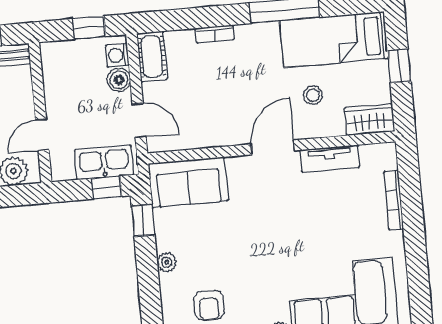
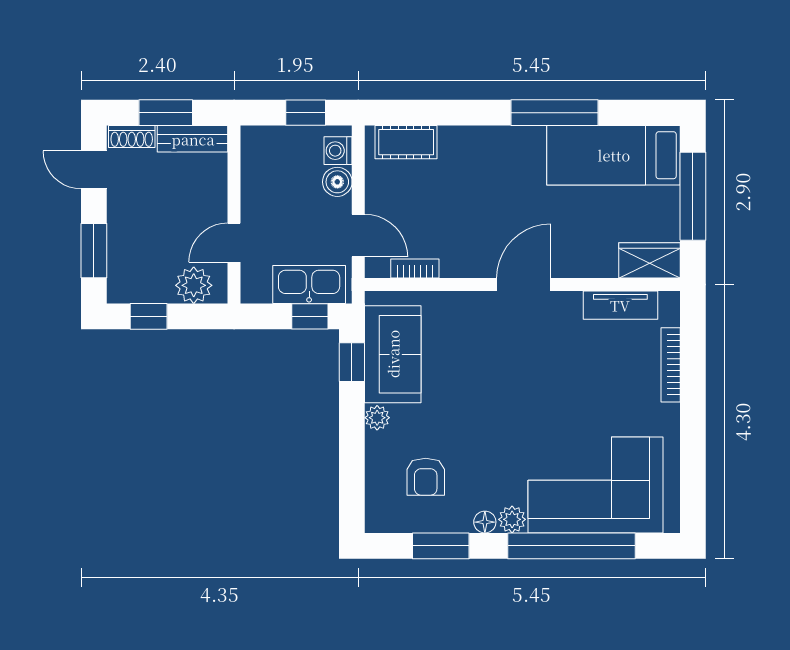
bookcase: (215, 34) -> (415, 269), moved, turned 180
cot: (152, 57) -> (406, 142), moved, turned 90
window: (399, 66) -> (693, 196), width x2.17
stool: (313, 95) -> (580, 223), removed
tv unit: (330, 159) -> (620, 305), moved
sofa: (188, 182) -> (393, 354), moved, turned -90

